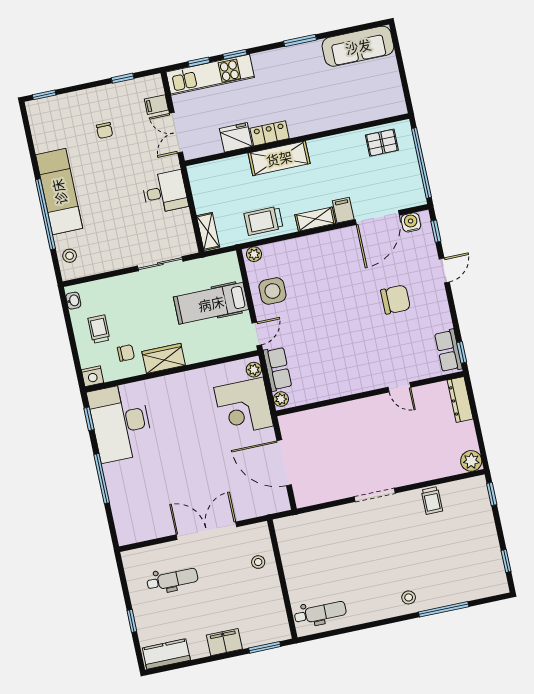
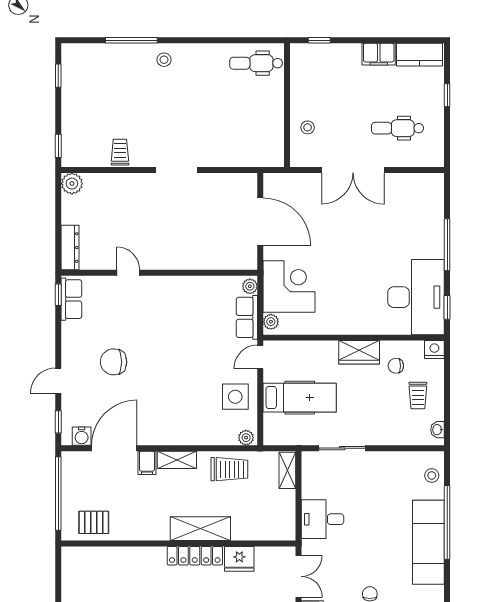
locker: (270, 133) -> (195, 556), width x1.53
filing cabinet: (224, 642) -> (379, 54), moved
window: (265, 647) -> (319, 40), width x0.67

